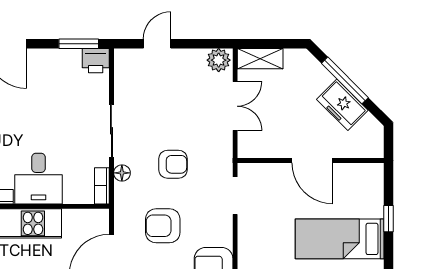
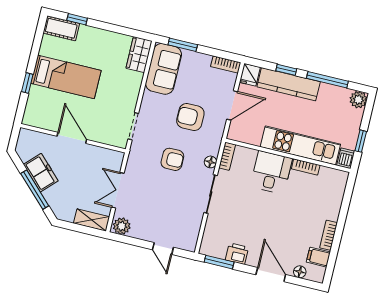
door: (157, 44) -> (163, 248), hinge flipped
printer: (96, 61) -> (237, 254), moved
armchair: (173, 164) -> (172, 159), turned 180
armchair: (163, 226) -> (190, 117), turned 180

